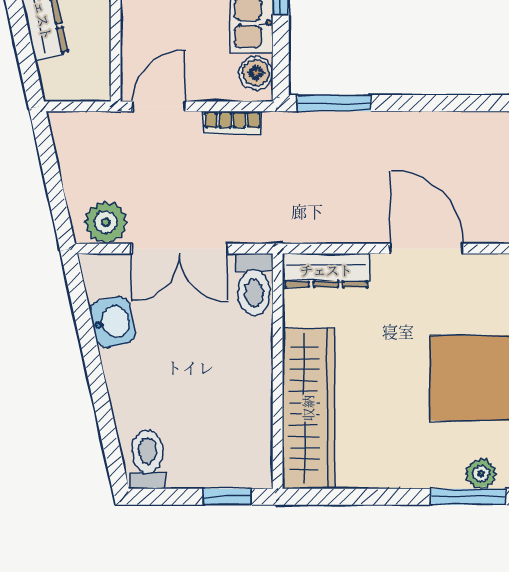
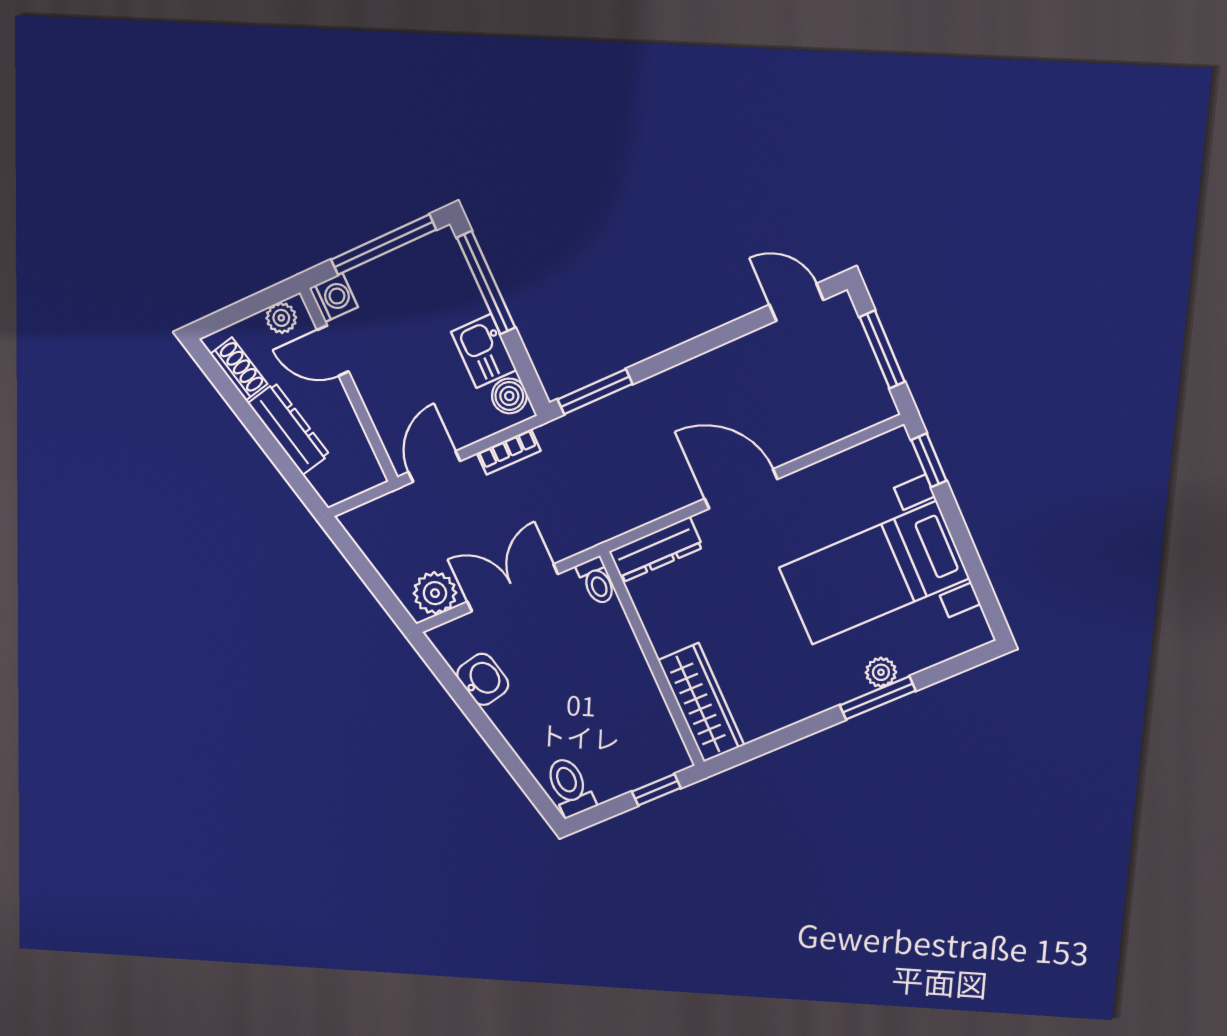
double door: (179, 249) -> (513, 588), swing flipped
toilet: (254, 284) -> (597, 581), width x0.73, depth x0.72
wardrobe: (308, 408) -> (701, 703), width x0.71, depth x0.85

